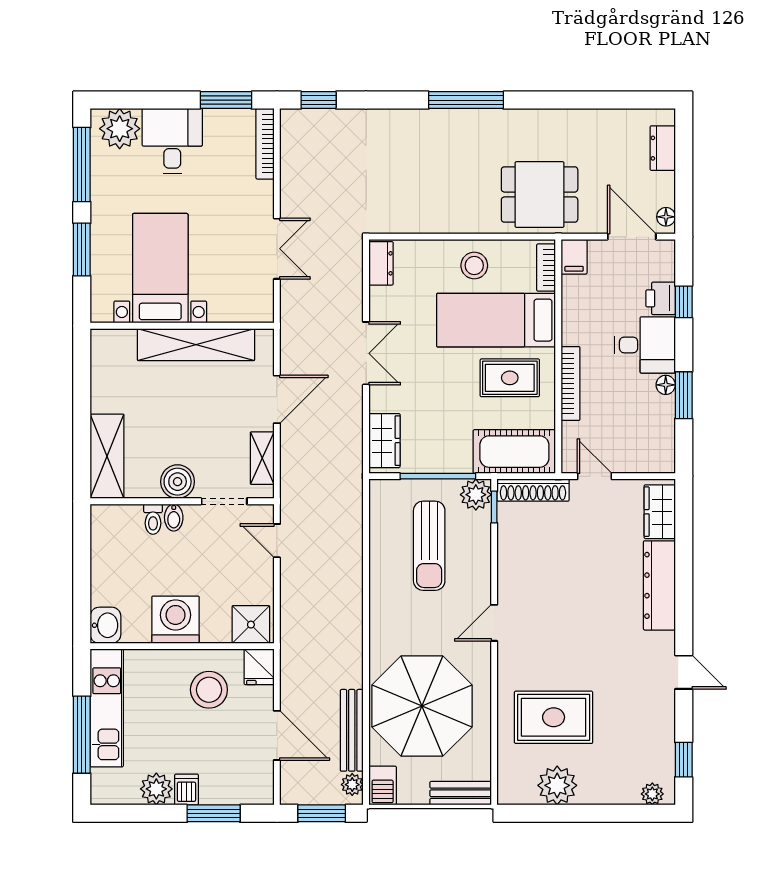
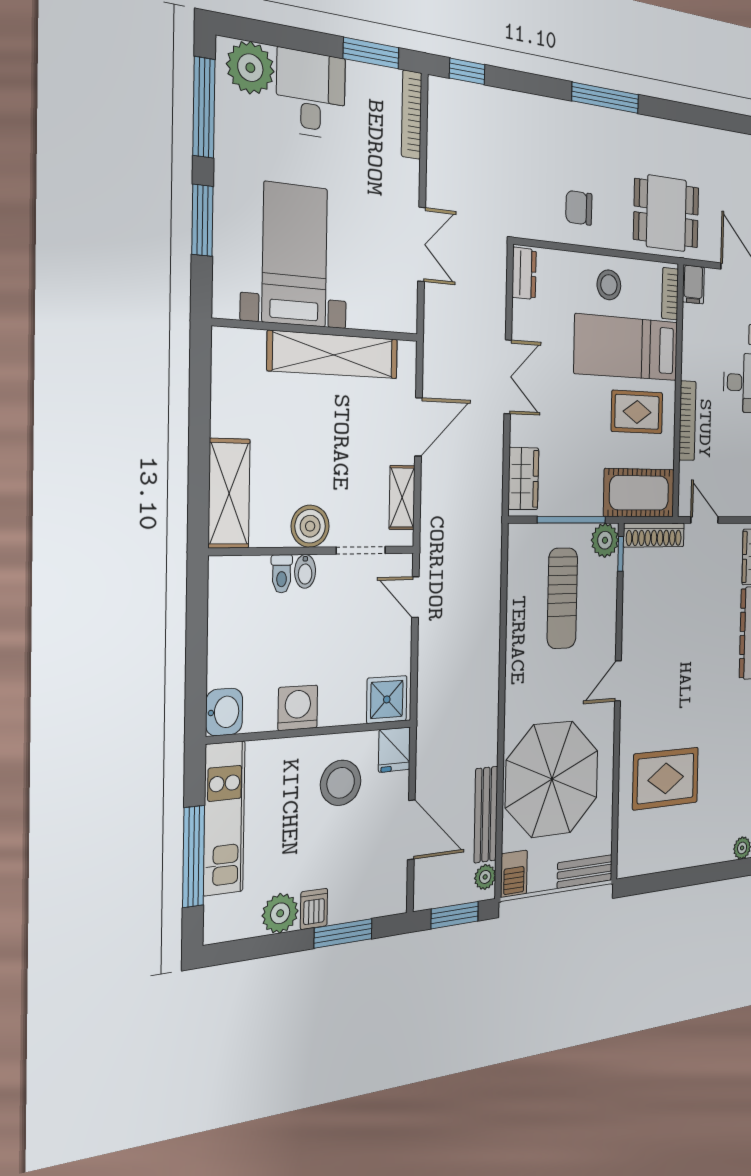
chair: (439, 201) -> (579, 208), added
washing machine: (176, 620) -> (298, 708), width x0.73, depth x0.73
plant: (557, 785) -> (667, 851), removed

